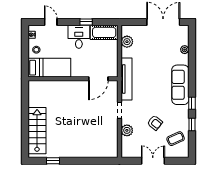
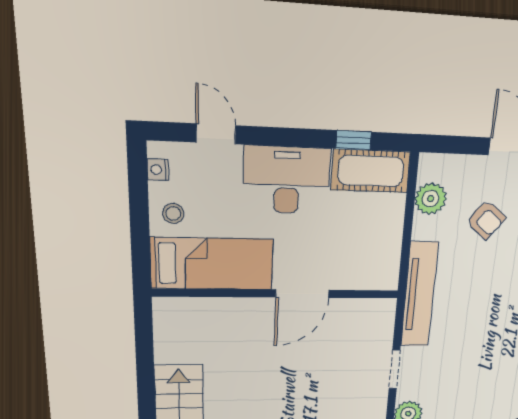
window: (86, 22) -> (354, 140), moved
desk: (79, 37) -> (287, 180), width x1.37
door: (98, 79) -> (302, 294), moved
armchair: (155, 123) -> (486, 220), moved

